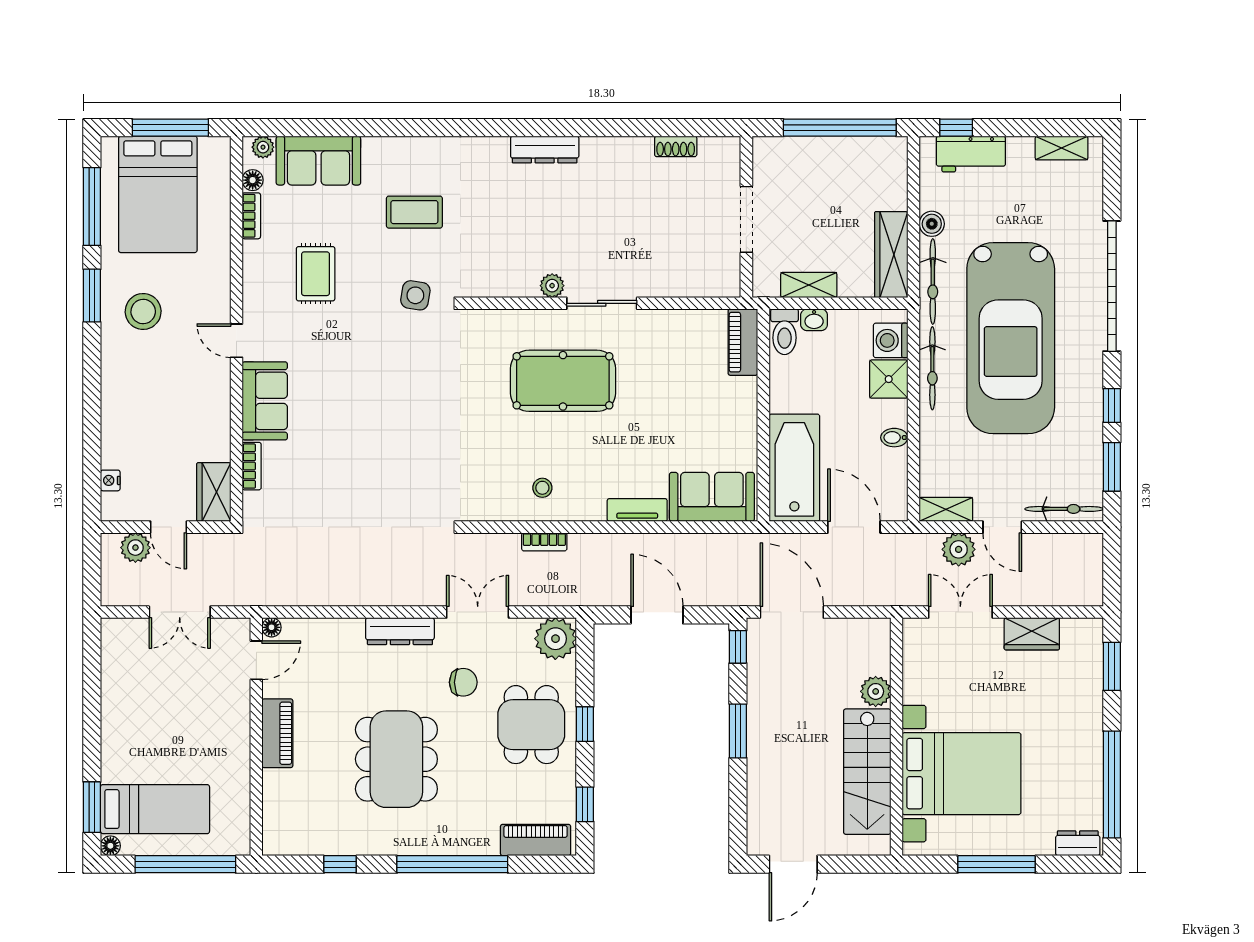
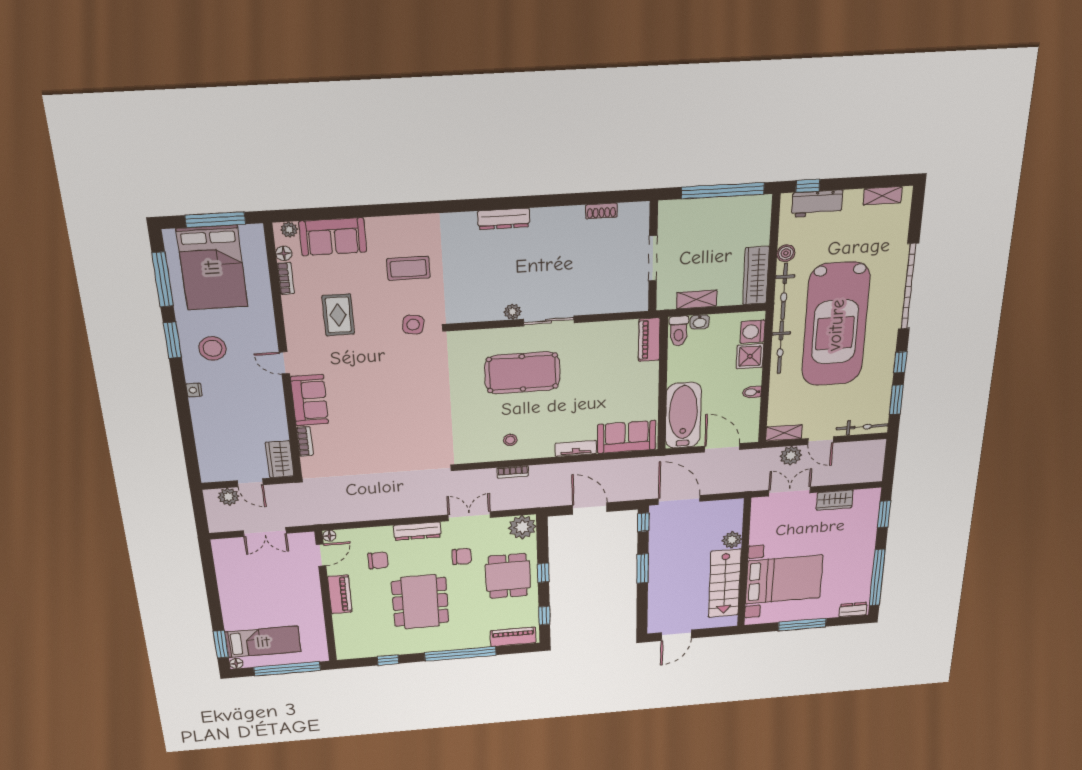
nightstand: (110, 480) -> (194, 390), moved
chair: (339, 677) -> (378, 560), added

